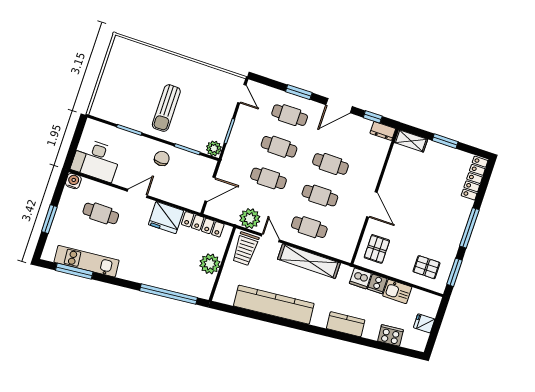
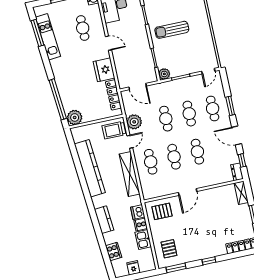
chair: (162, 158) -> (139, 45), removed
window: (469, 228) -> (209, 261), width x0.46
plant: (210, 264) -> (75, 117), moved

